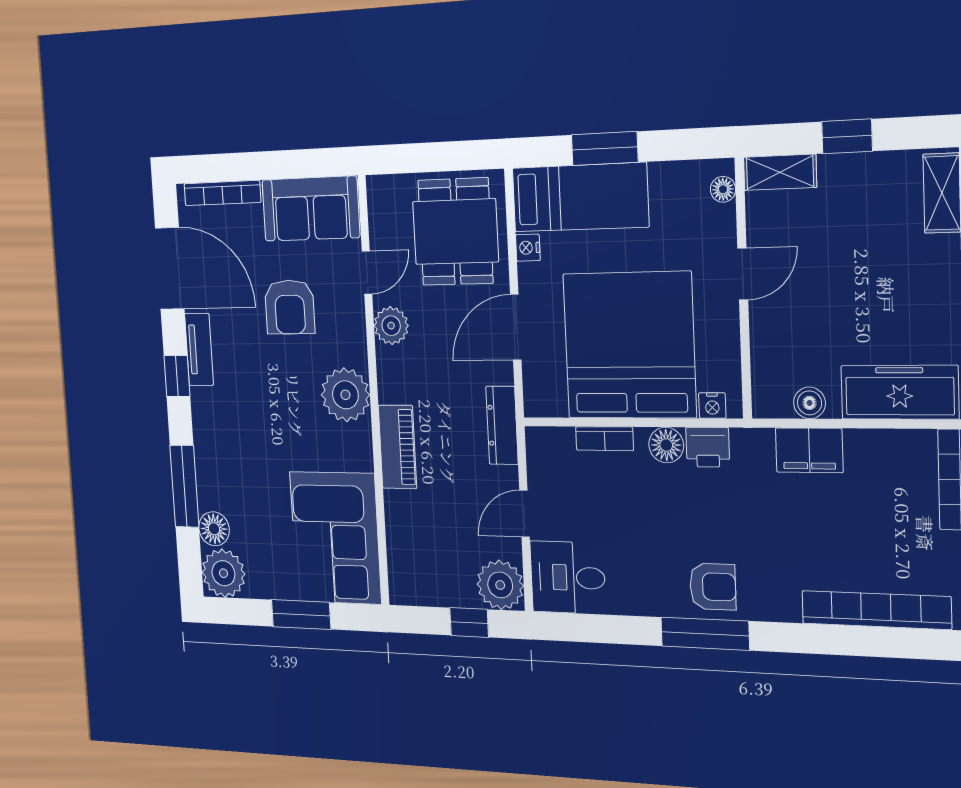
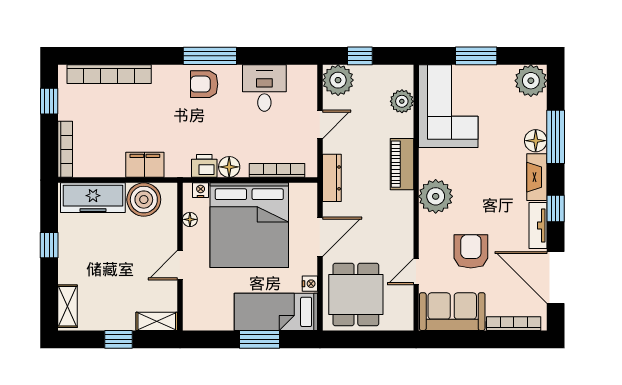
floor lamp: (723, 189) -> (190, 219), moved
plant: (391, 326) -> (402, 101), moved
boiler: (809, 403) -> (144, 200), width x1.86, depth x1.86
fireplace: (206, 425) -> (537, 177), added
bookcase: (605, 439) -> (277, 170), width x1.56
floor lamp: (214, 529) -> (536, 141), moved
desk: (568, 577) -> (264, 88), moved, turned -90

